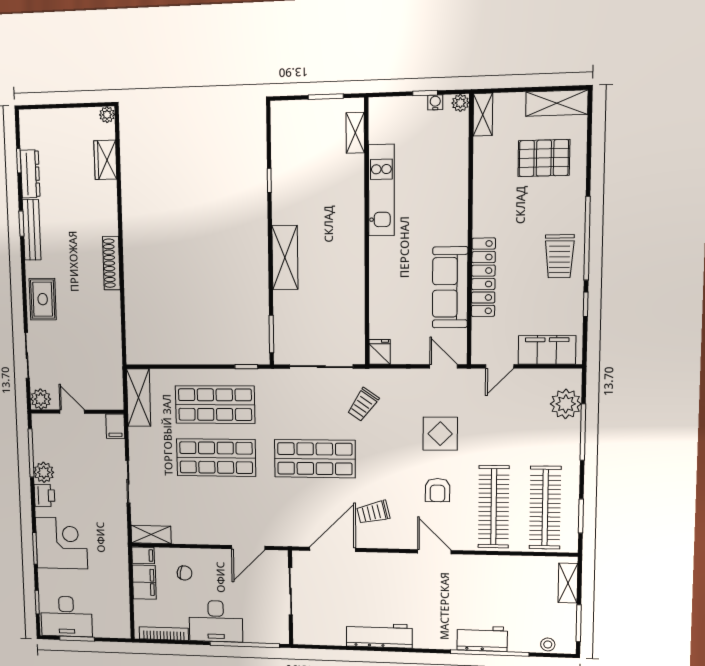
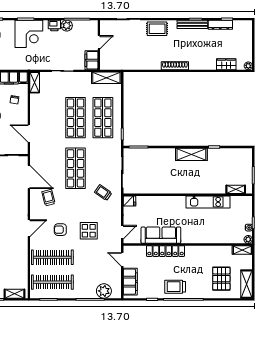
shelving: (285, 258) -> (191, 154), moved
plant: (41, 399) -> (105, 26), removed
filing cabinet: (115, 426) -> (91, 60), width x2.00

